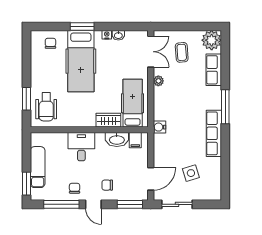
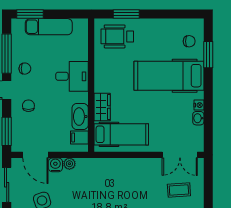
window: (82, 27) -> (208, 55), moved
plant: (158, 81) -> (69, 164), moved
water cooler: (159, 127) -> (55, 165), moved

